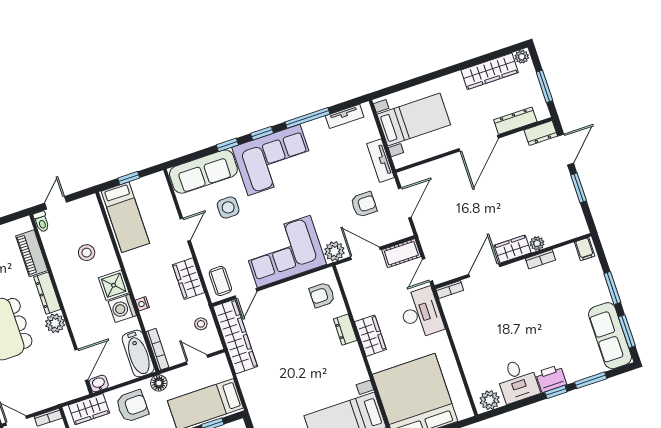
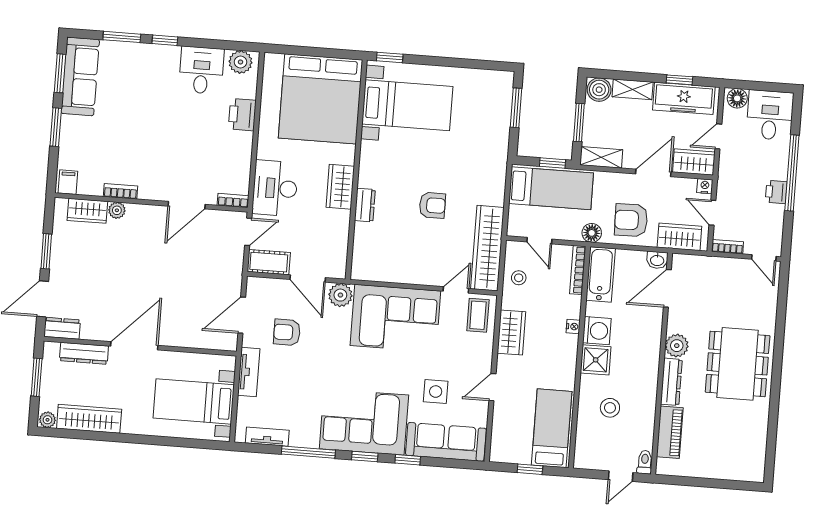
wardrobe: (513, 249) -> (87, 211), moved
armchair: (322, 295) -> (432, 205), moved
printer: (551, 379) -> (242, 115), moved, turned 90

